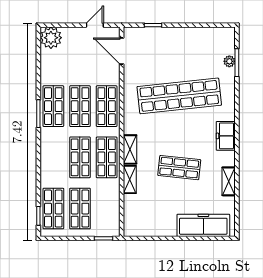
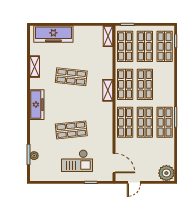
checkout: (171, 54) -> (77, 161), added
shop shelf: (179, 96) -> (71, 130), width x0.50, depth x0.74
freezer: (226, 136) -> (37, 105), width x1.40
shelving: (130, 180) -> (108, 36), moved
shop shelf: (107, 209) -> (125, 46), added

